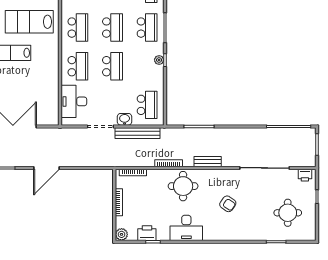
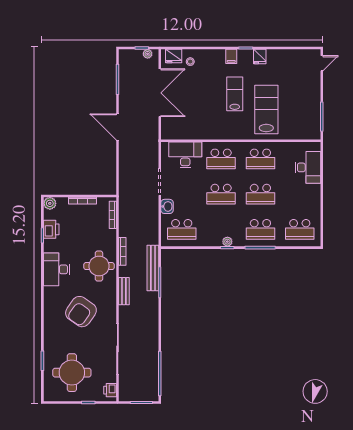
bench: (138, 133) -> (153, 268), moved
armchair: (228, 204) -> (81, 312), width x1.88, depth x1.88
round table: (288, 213) -> (72, 373), width x1.36, depth x1.36

